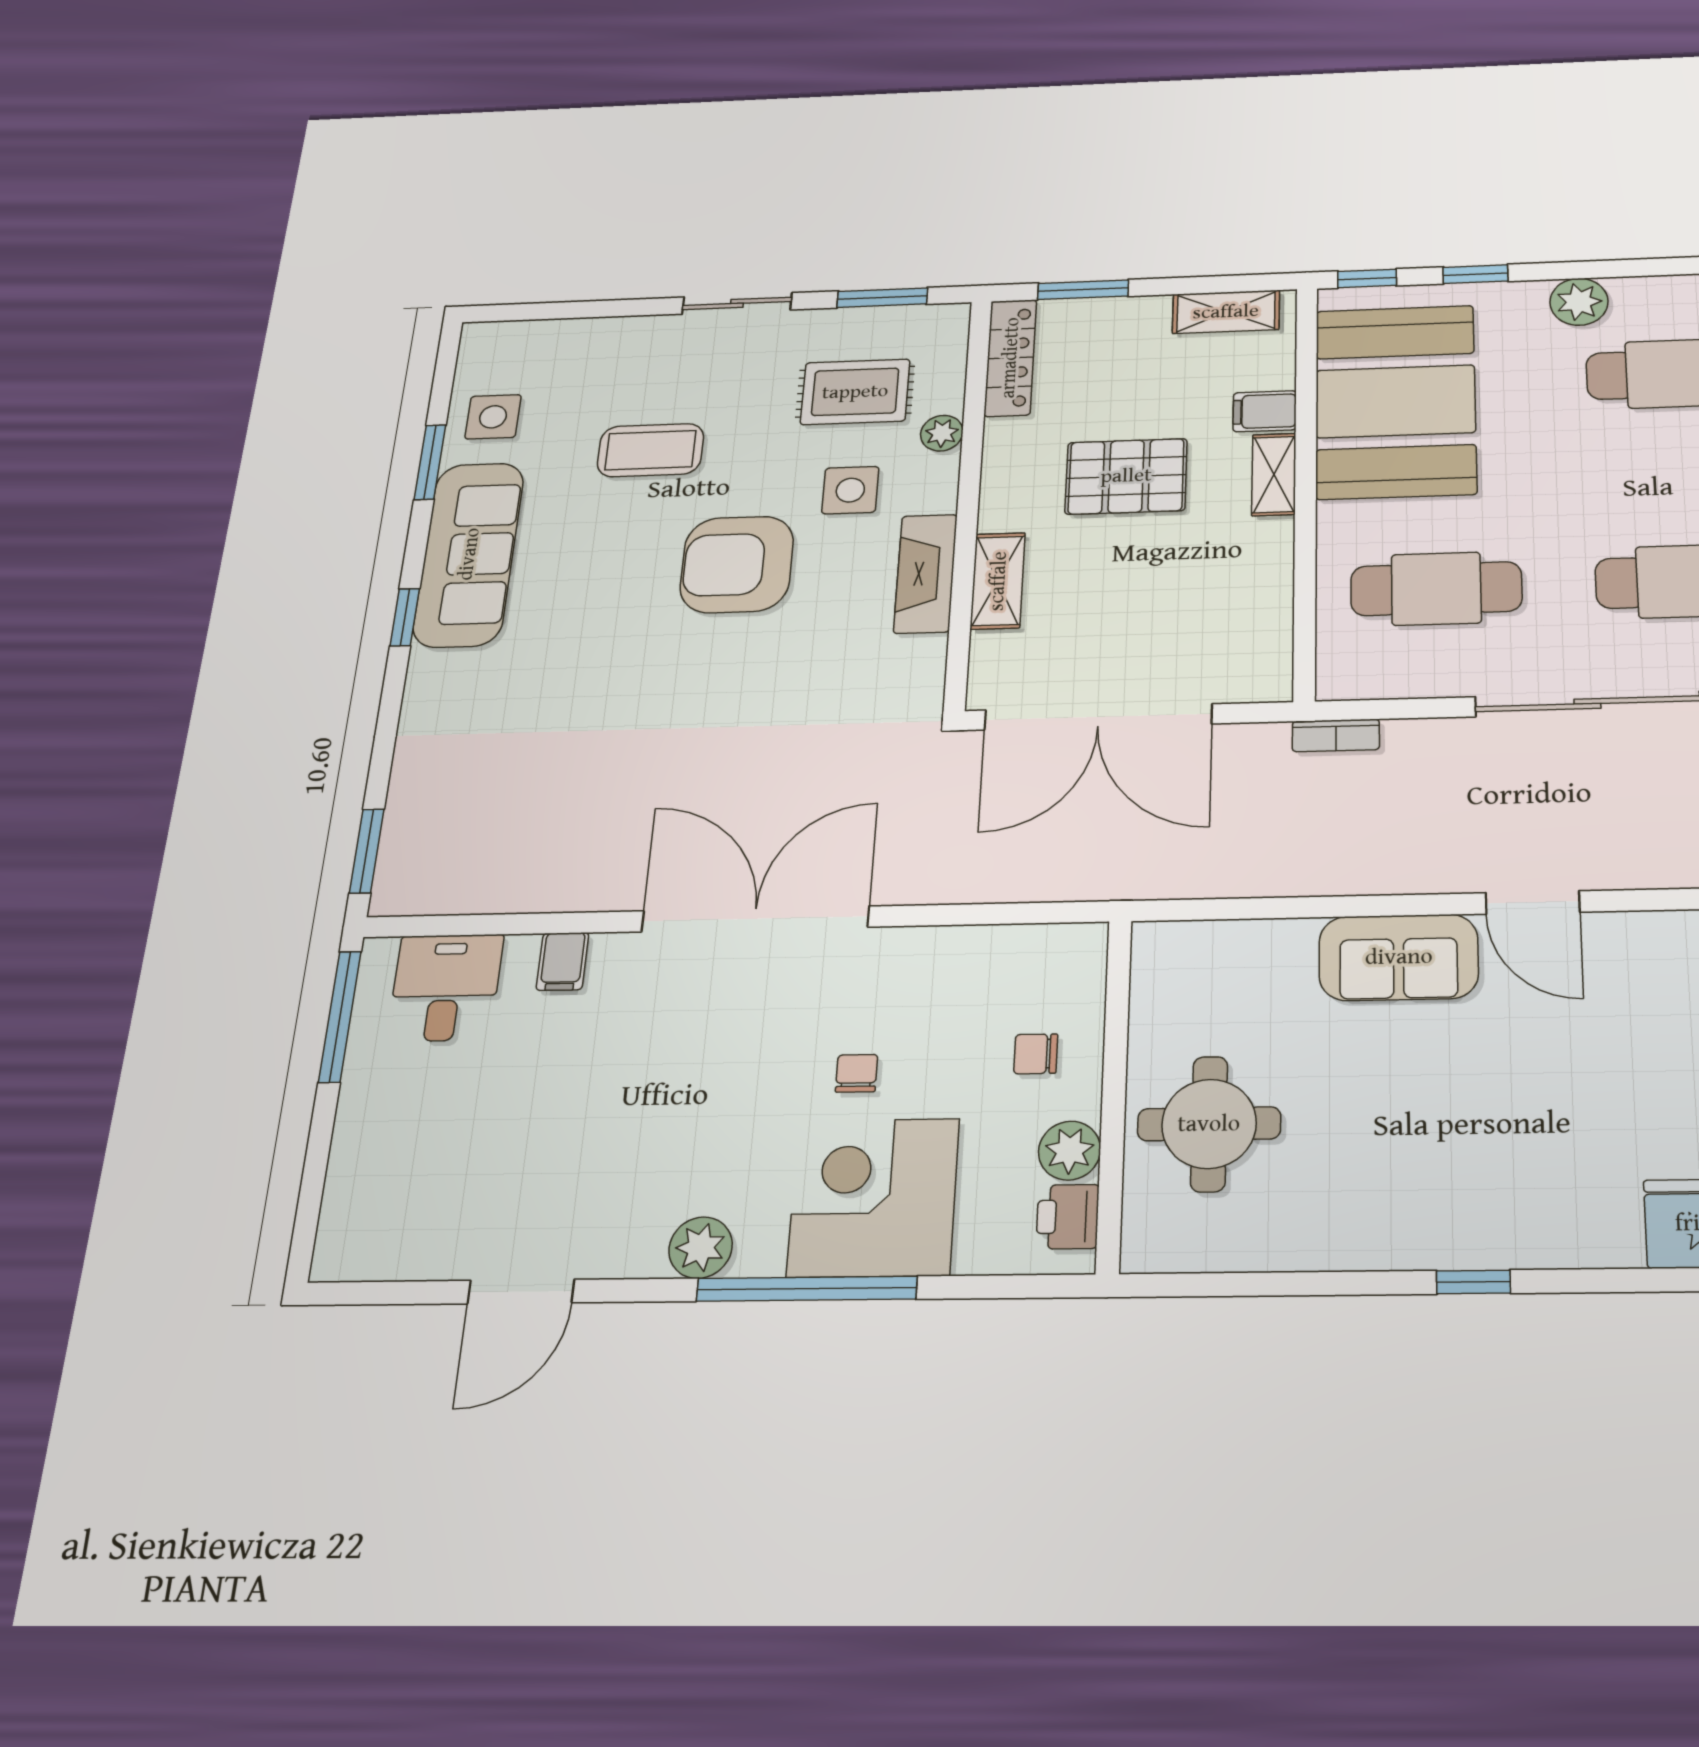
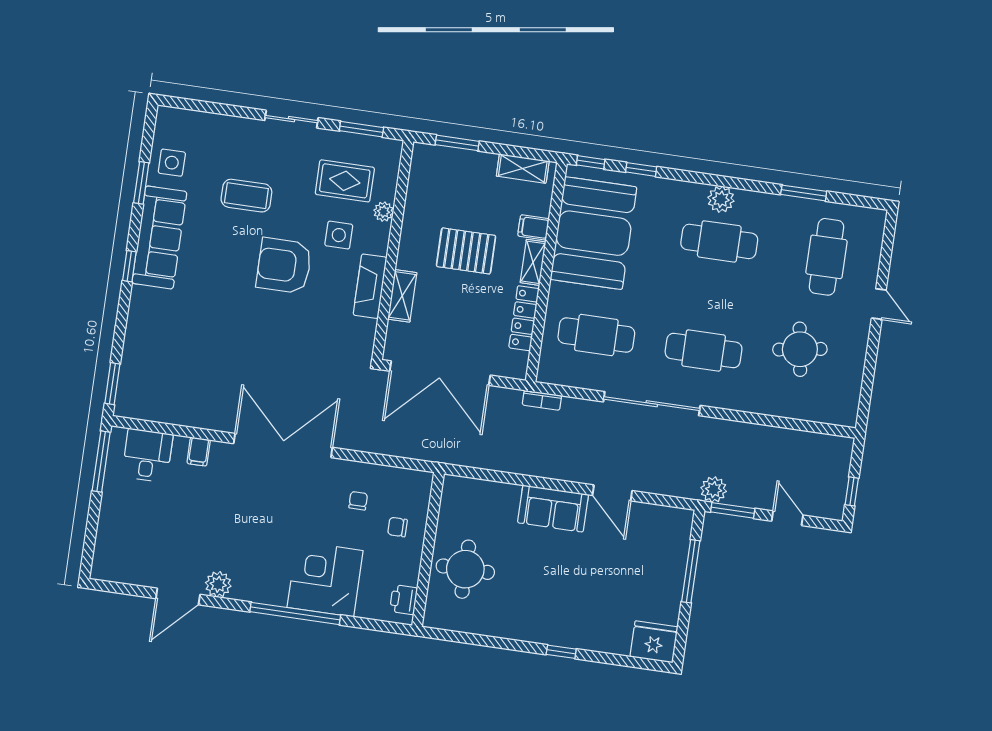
plant: (1579, 302) -> (721, 199), moved
locker: (1010, 358) -> (524, 318), moved, turned 180
chair: (857, 1073) -> (358, 501), moved
plant: (1069, 1151) -> (407, 572), removed
plant: (701, 1248) -> (218, 584), moved

